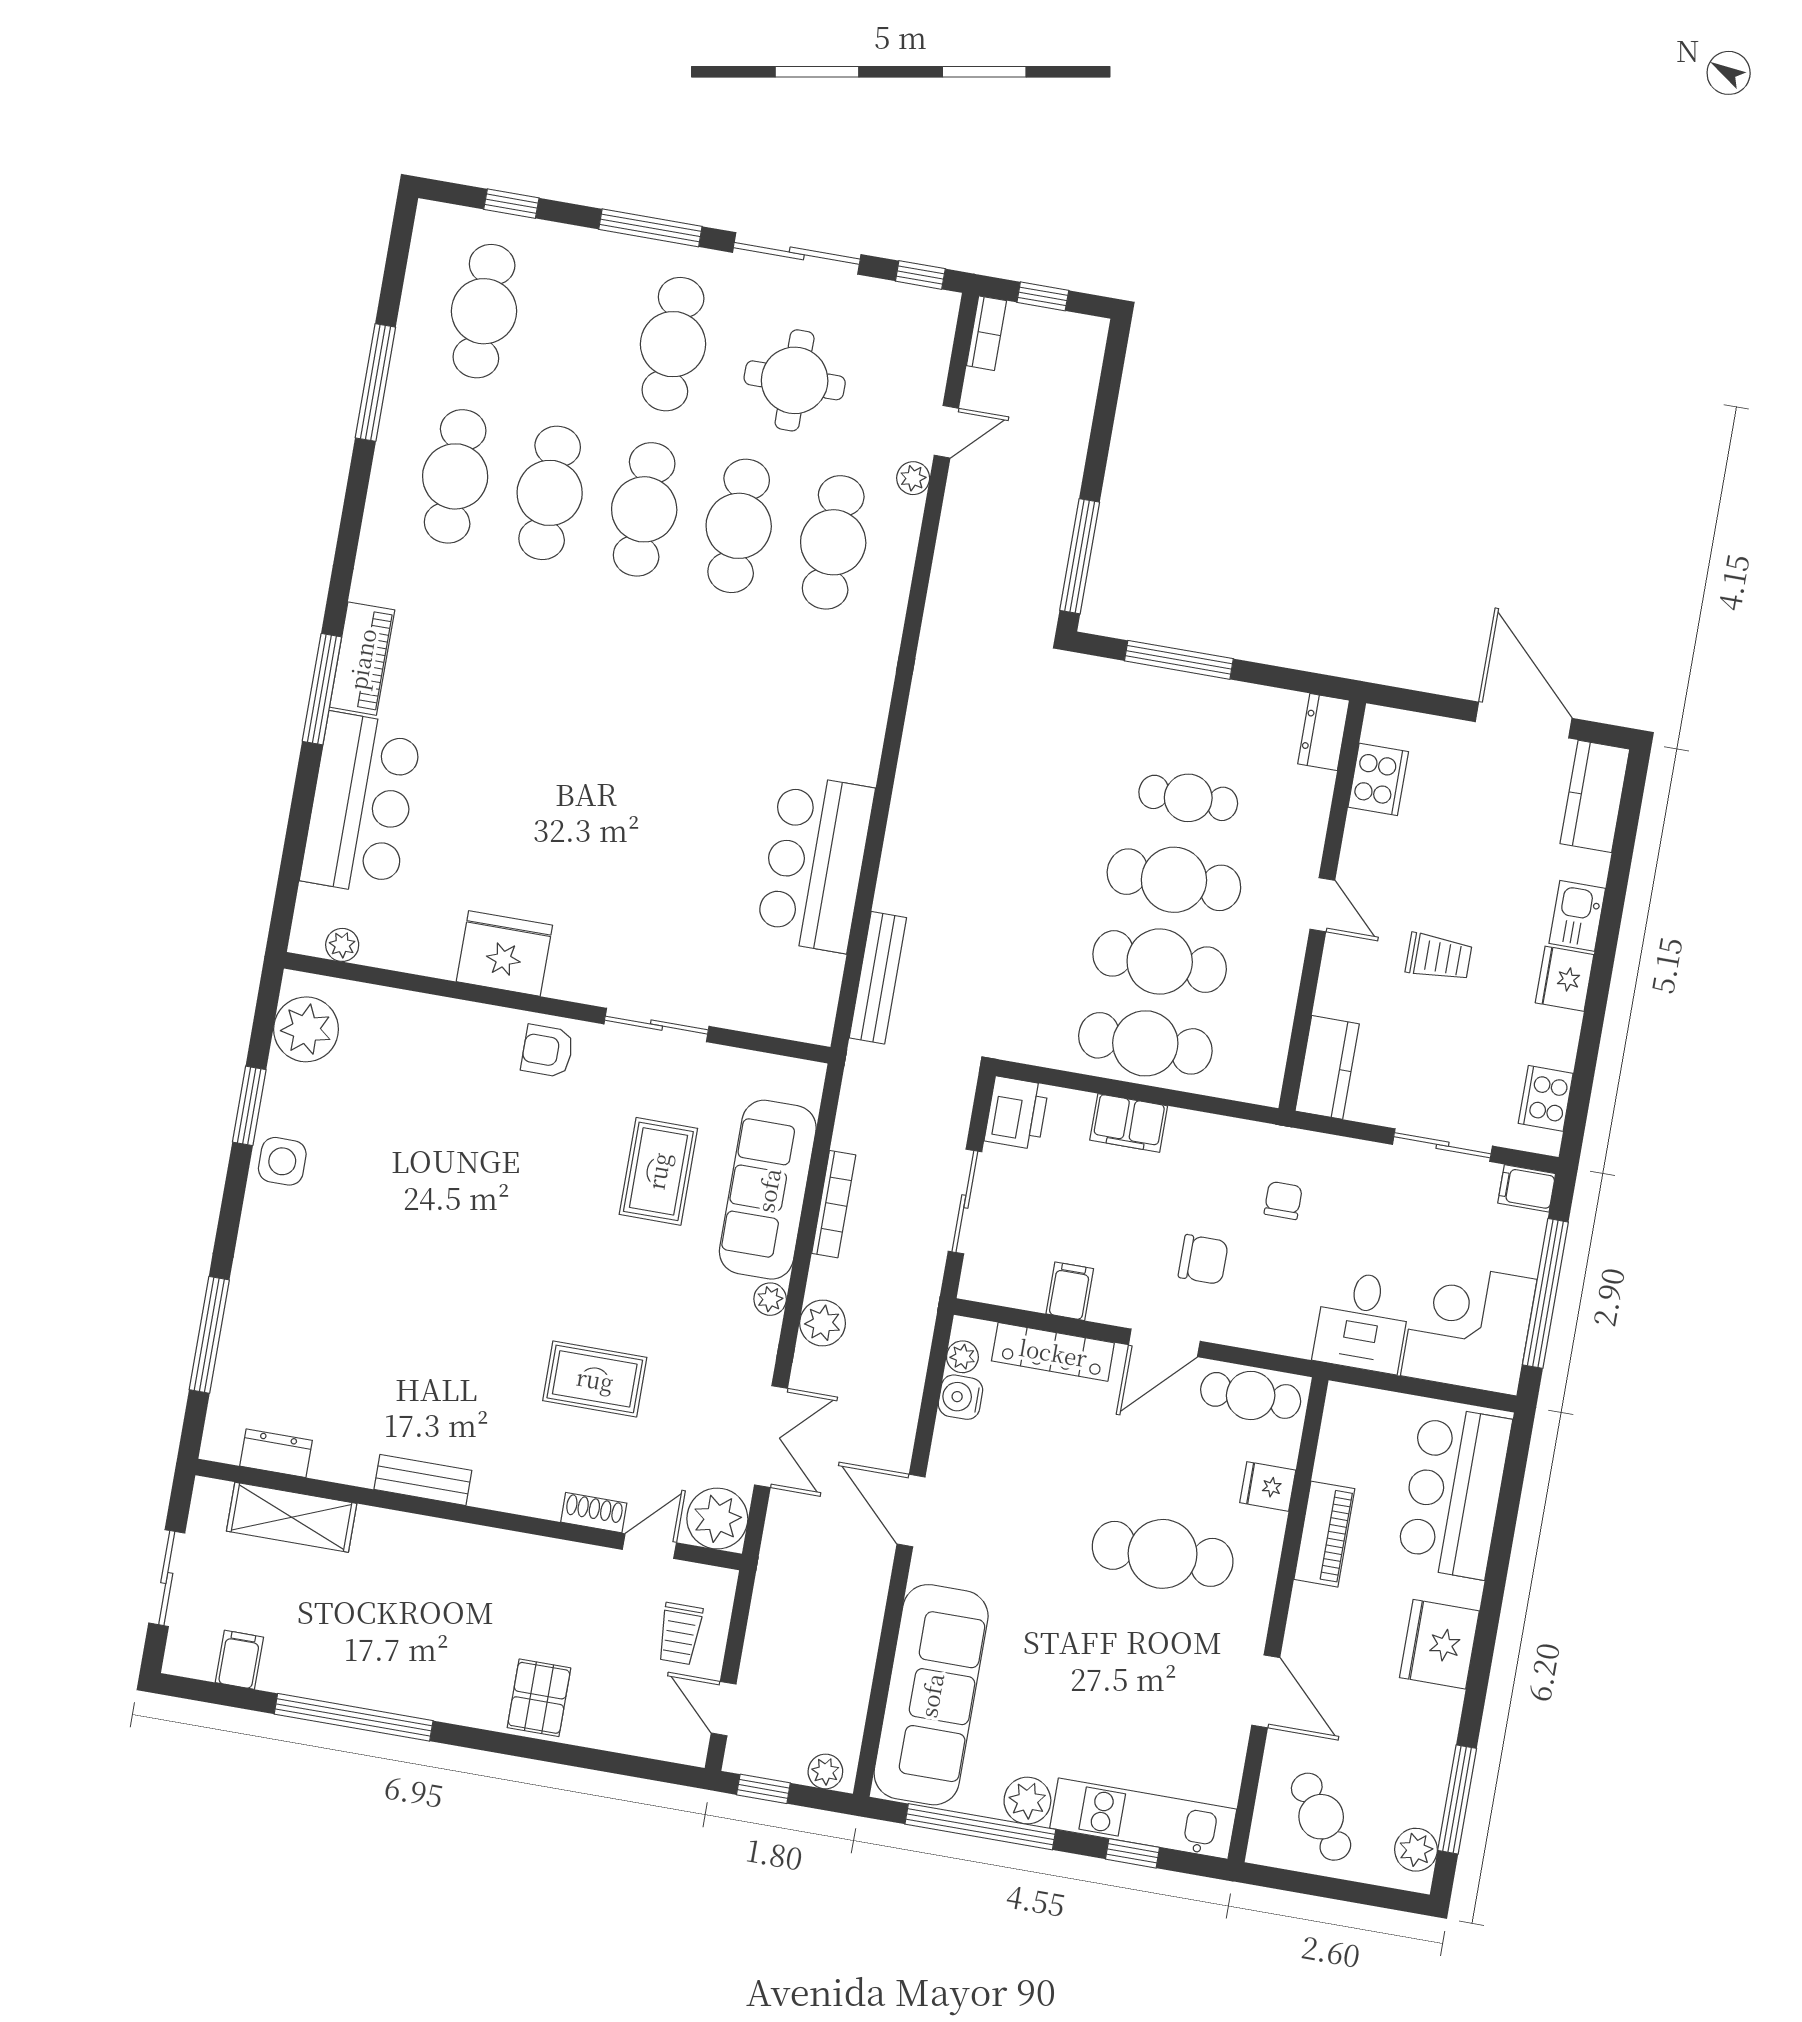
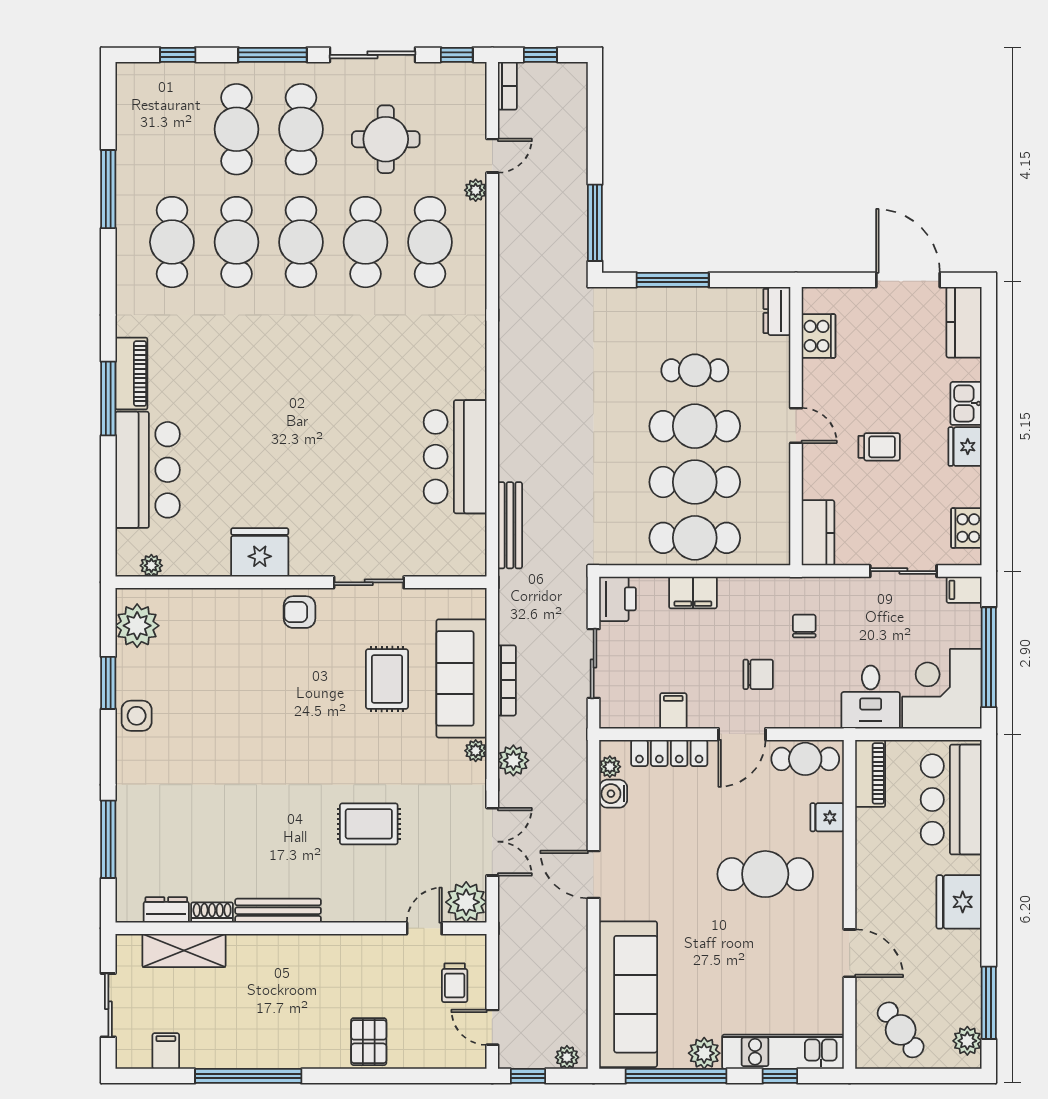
cafe table: (484, 311) -> (236, 129), moved
bench: (423, 1480) -> (278, 911), width x1.36
shoe rack: (594, 1513) -> (212, 912), moved
piano: (1324, 1534) -> (870, 773), moved

